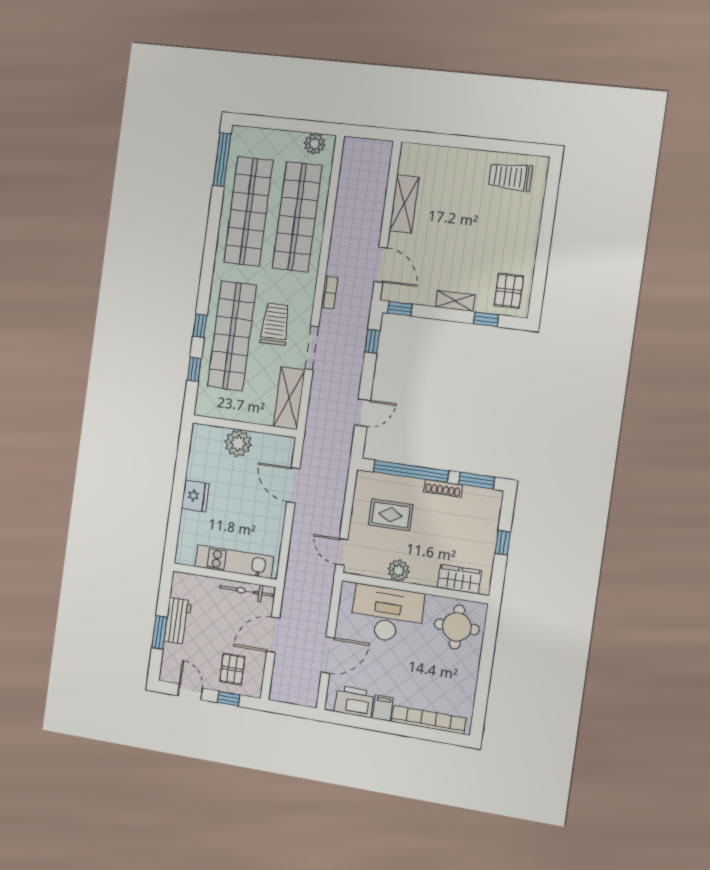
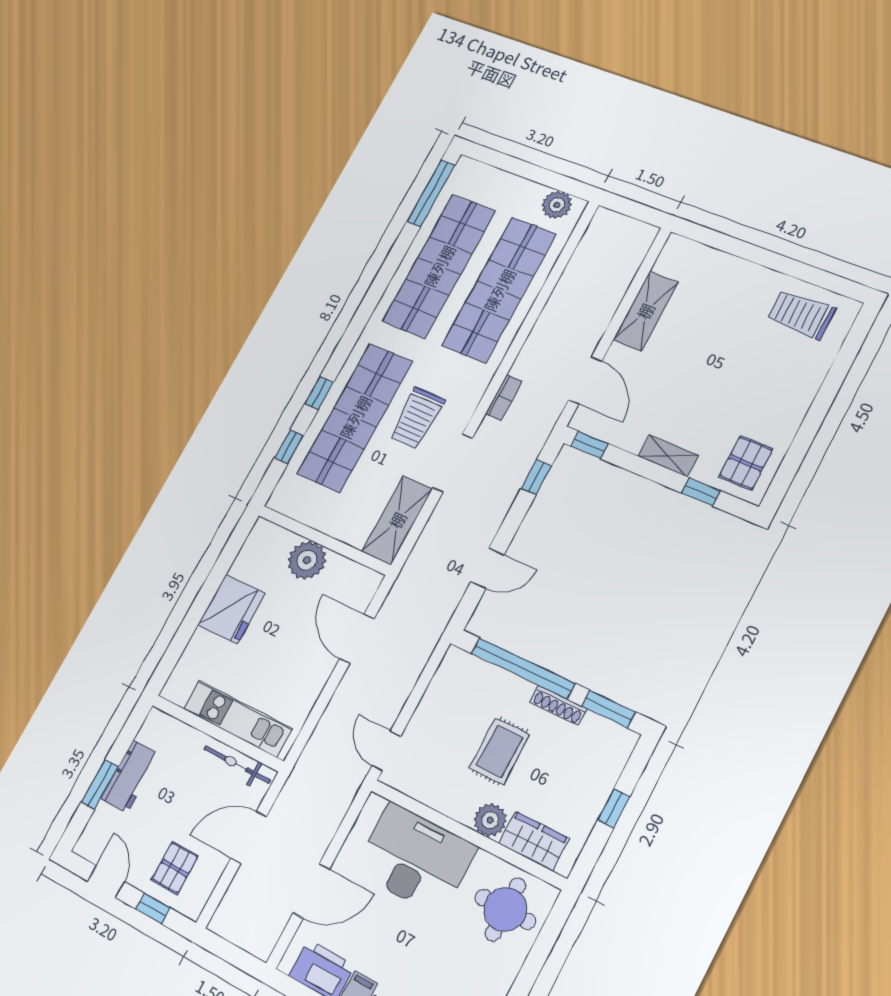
trolley: (275, 324) -> (417, 418), turned 180
fridge: (195, 496) -> (231, 609), width x1.36, depth x1.34
rug: (391, 515) -> (499, 751), moved, turned 90
plant: (399, 570) -> (490, 820), moved

